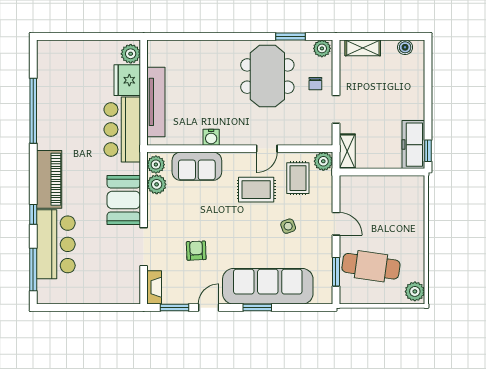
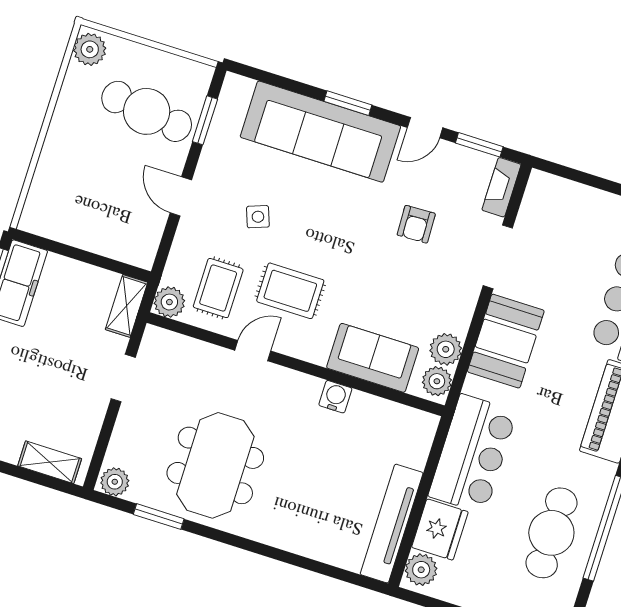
chair: (315, 84) -> (143, 429), removed
cafe table: (63, 98) -> (551, 533), added
tv unit: (156, 102) -> (392, 524), moved

